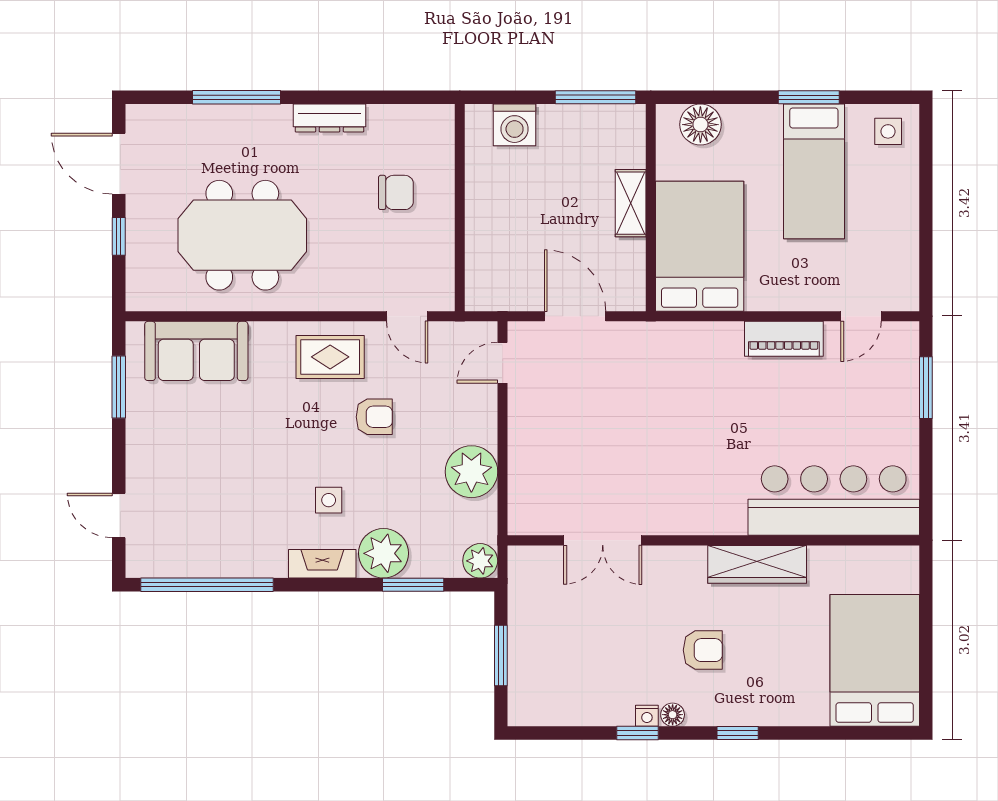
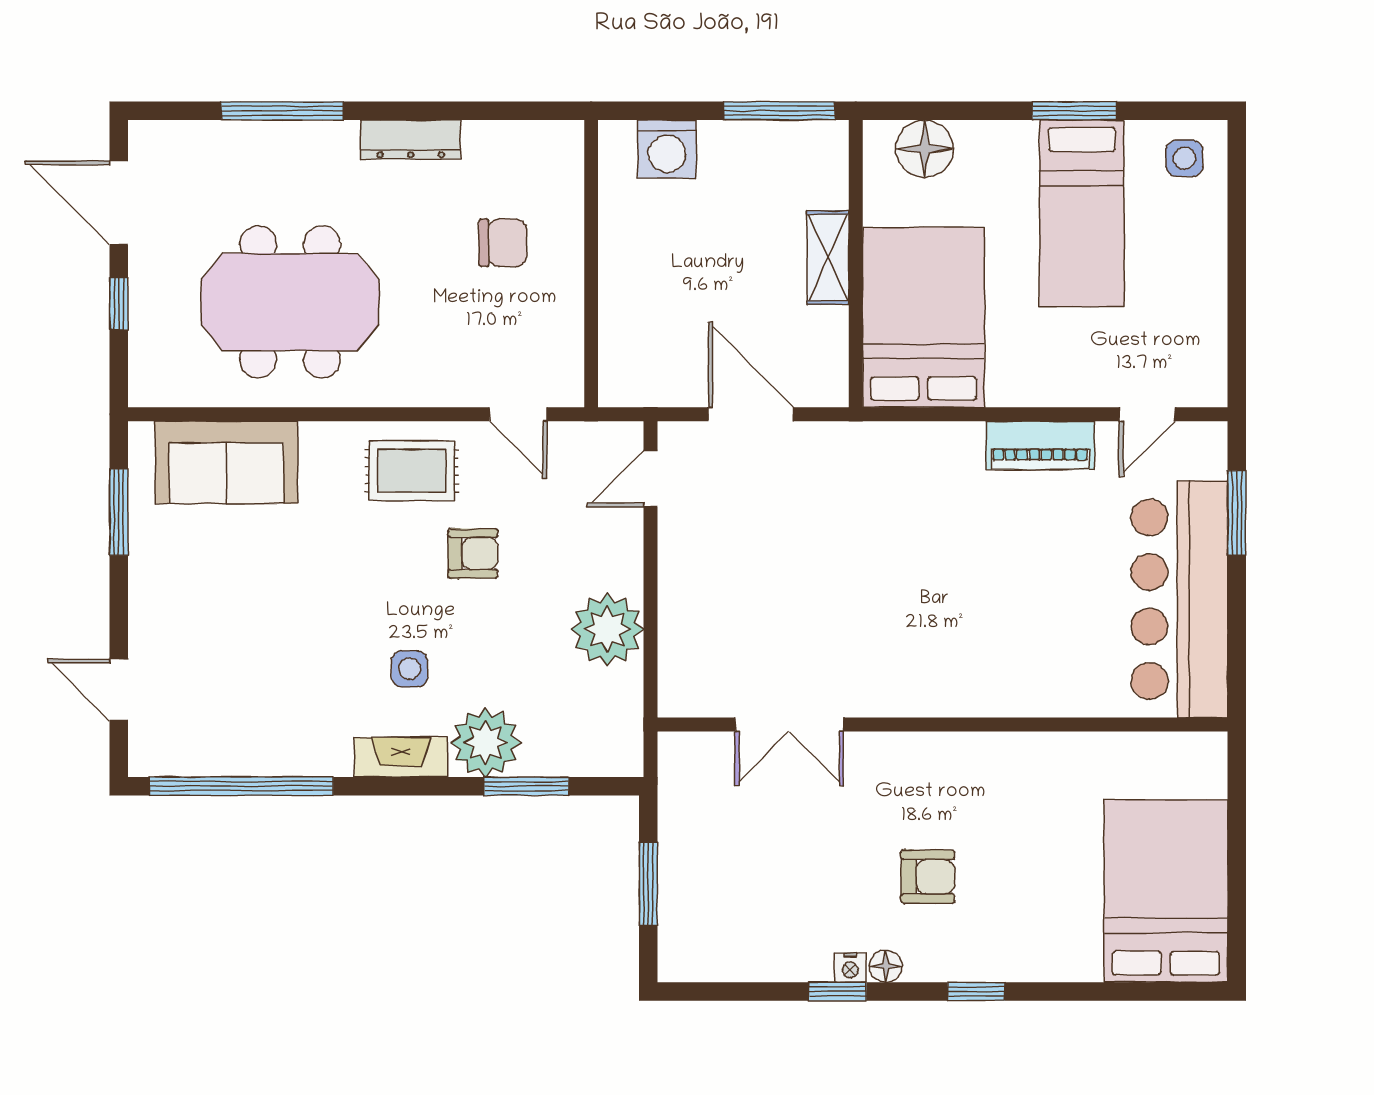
bar counter: (834, 501) -> (1179, 599), moved, turned -90
plant: (480, 561) -> (620, 753), removed
wardrobe: (757, 564) -> (1003, 758), removed

